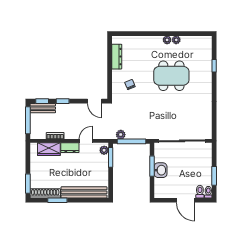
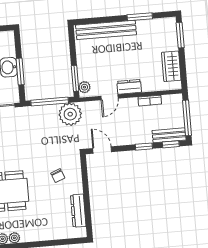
plant: (121, 135) -> (70, 114), width x1.87, depth x1.87
wardrobe: (49, 149) -> (171, 66), moved, turned -90
shoe rack: (45, 193) -> (157, 24), removed

